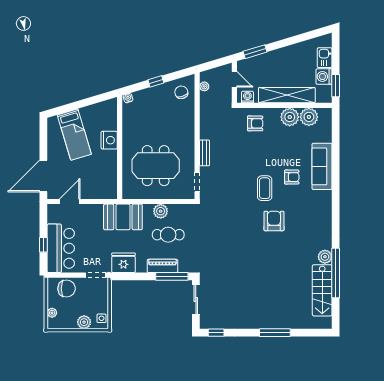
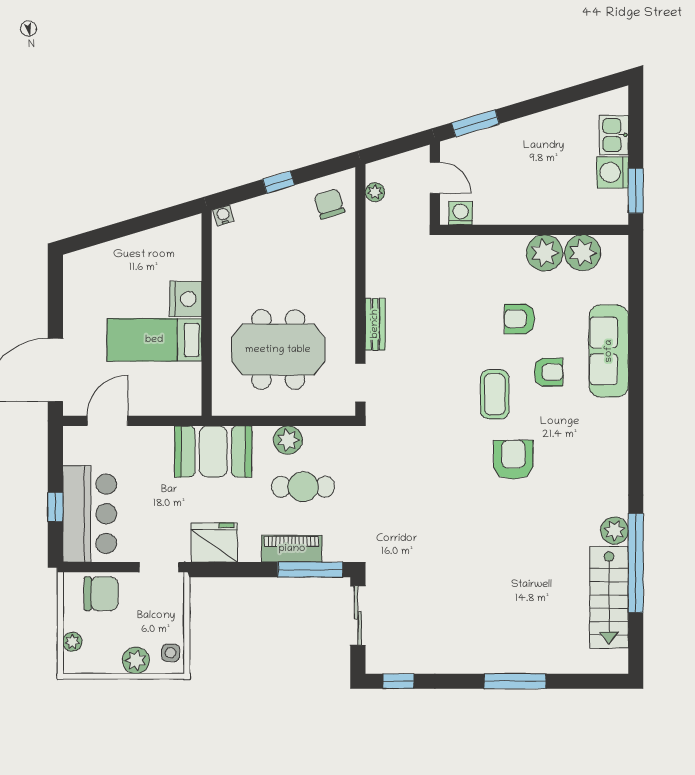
shelving: (287, 95) -> (539, 210), removed
armchair: (255, 123) -> (519, 319), moved, turned 180
bed: (74, 135) -> (154, 340), moved, turned 107

